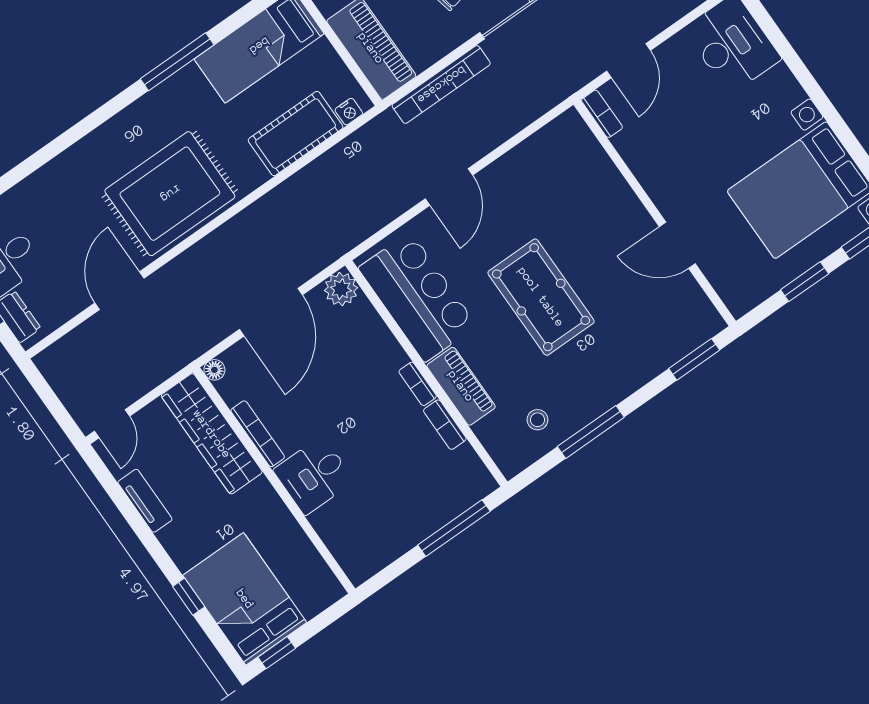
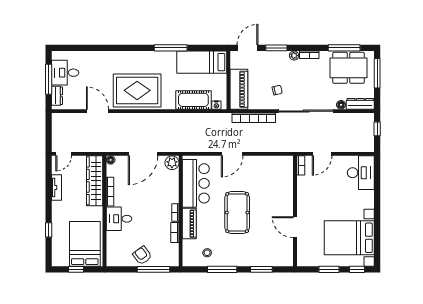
door: (120, 291) -> (97, 111), hinge flipped
window: (694, 359) -> (261, 269), moved
armchair: (412, 516) -> (142, 255), added
bed: (245, 599) -> (85, 244), moved
window: (277, 653) -> (76, 269), moved

